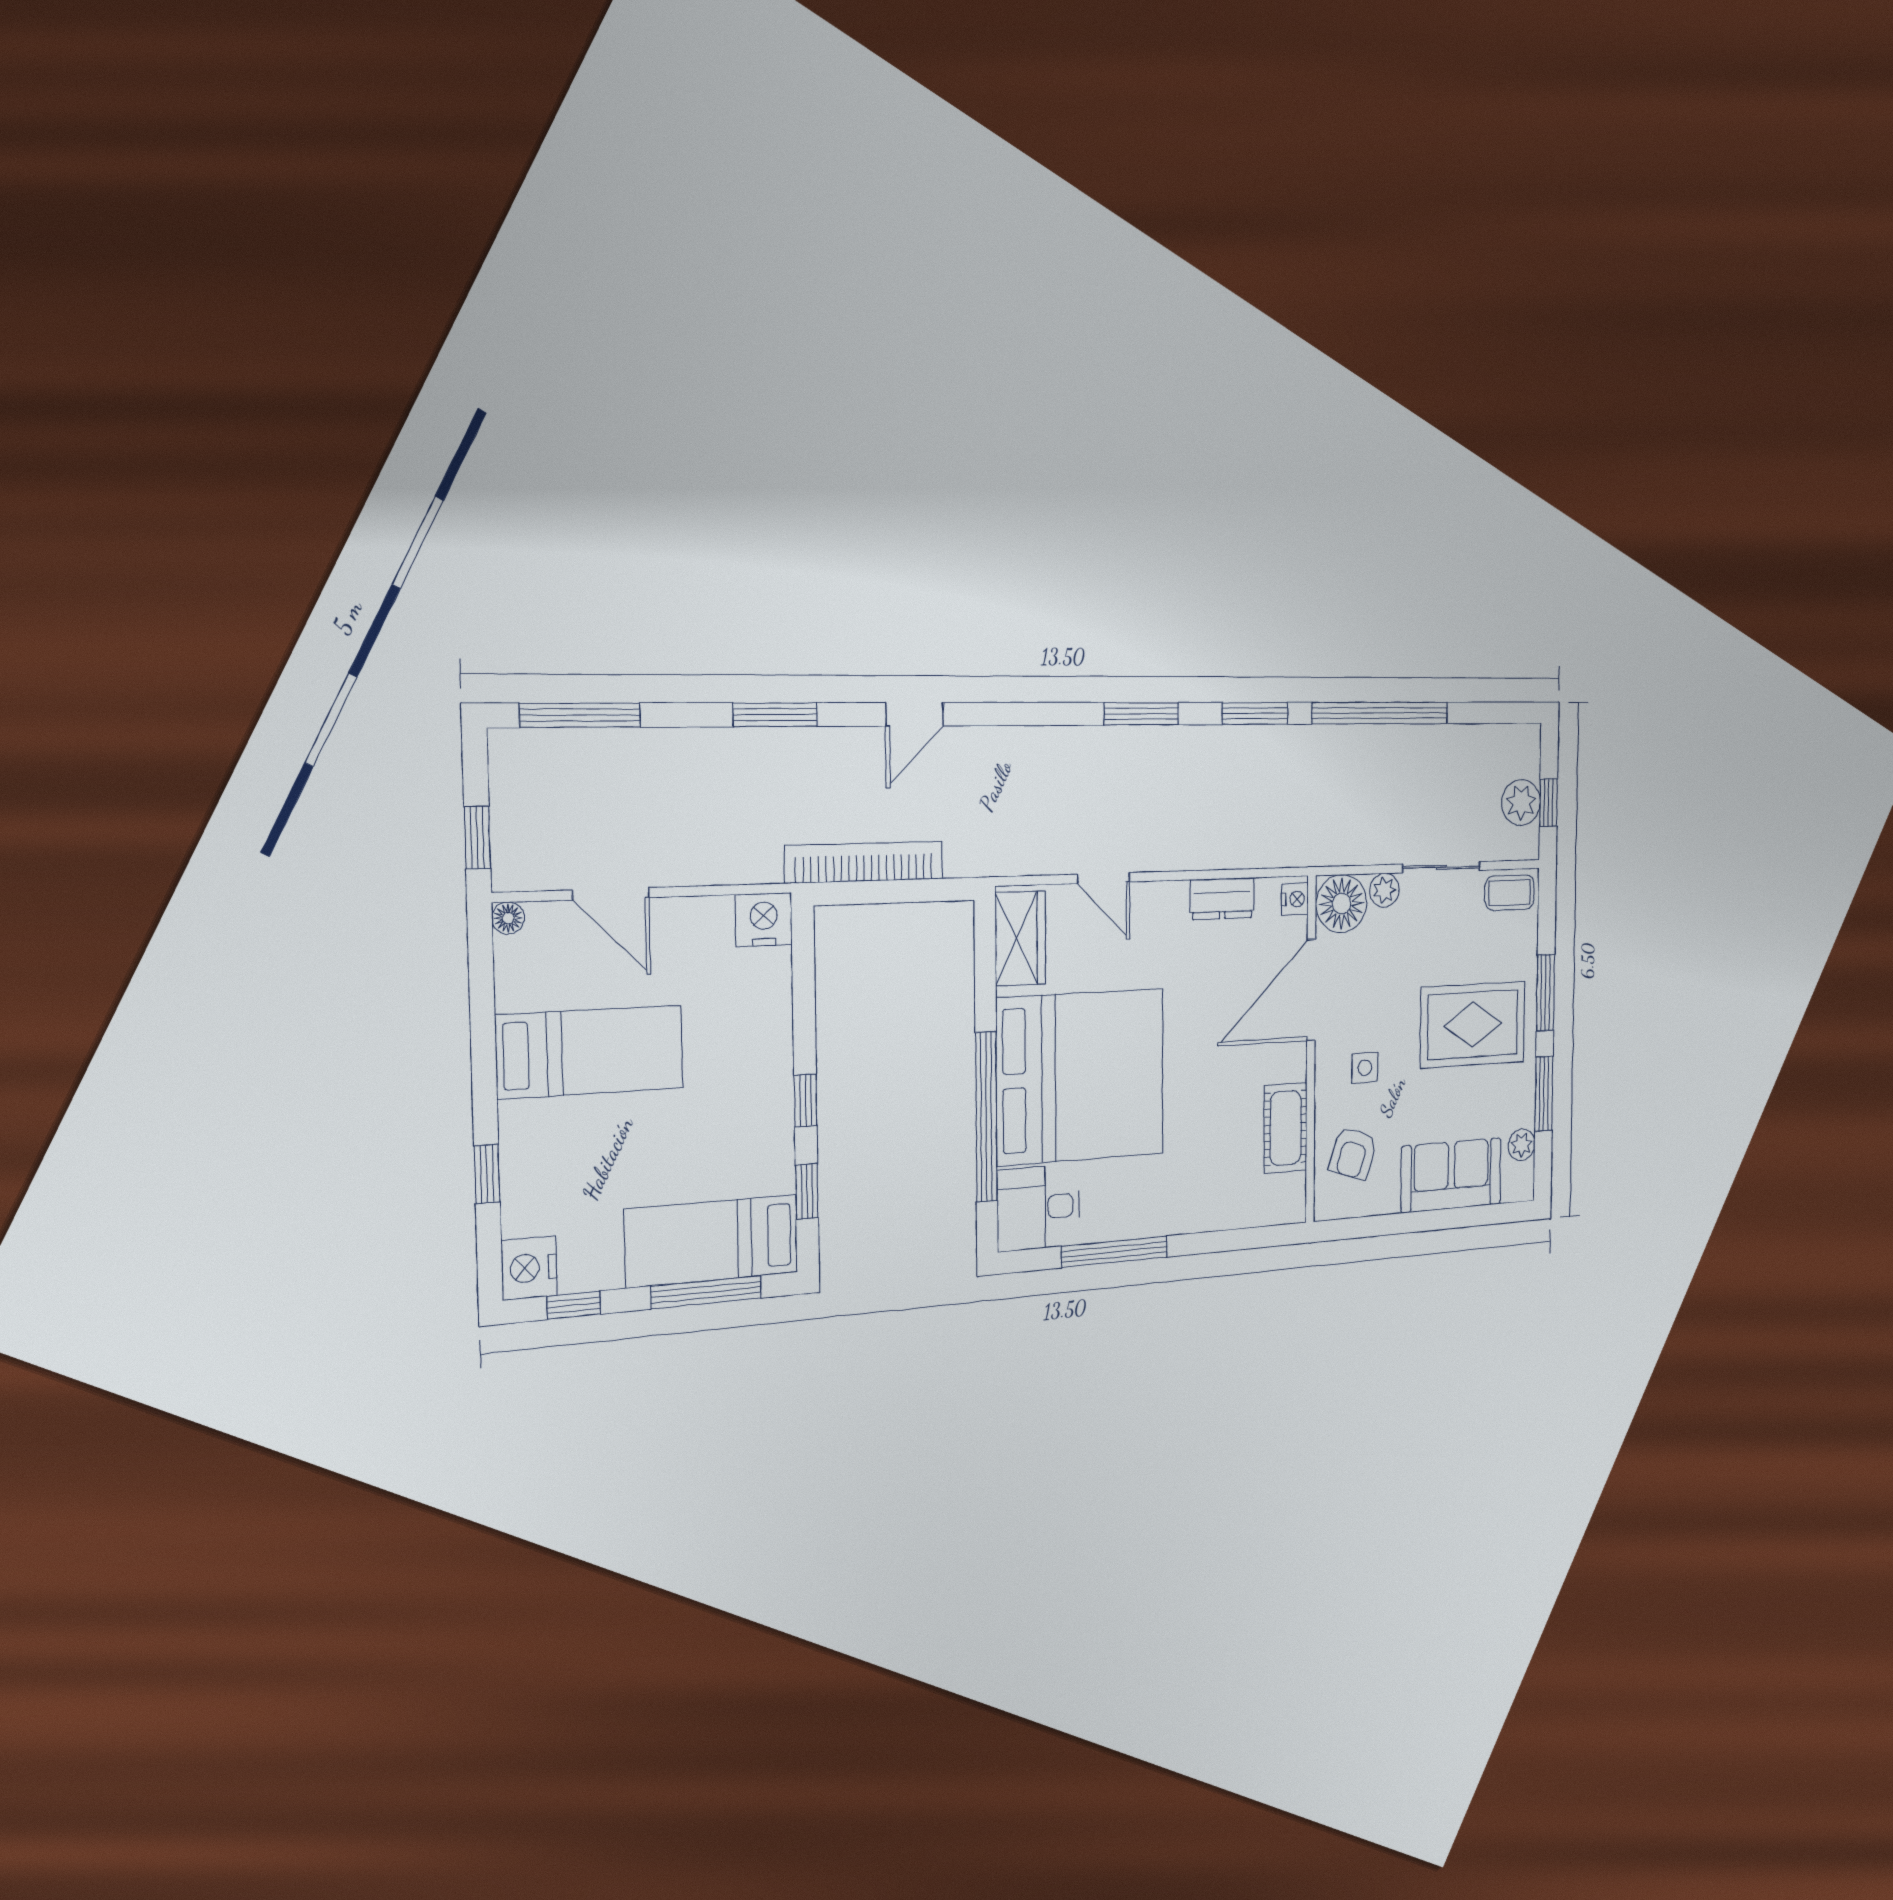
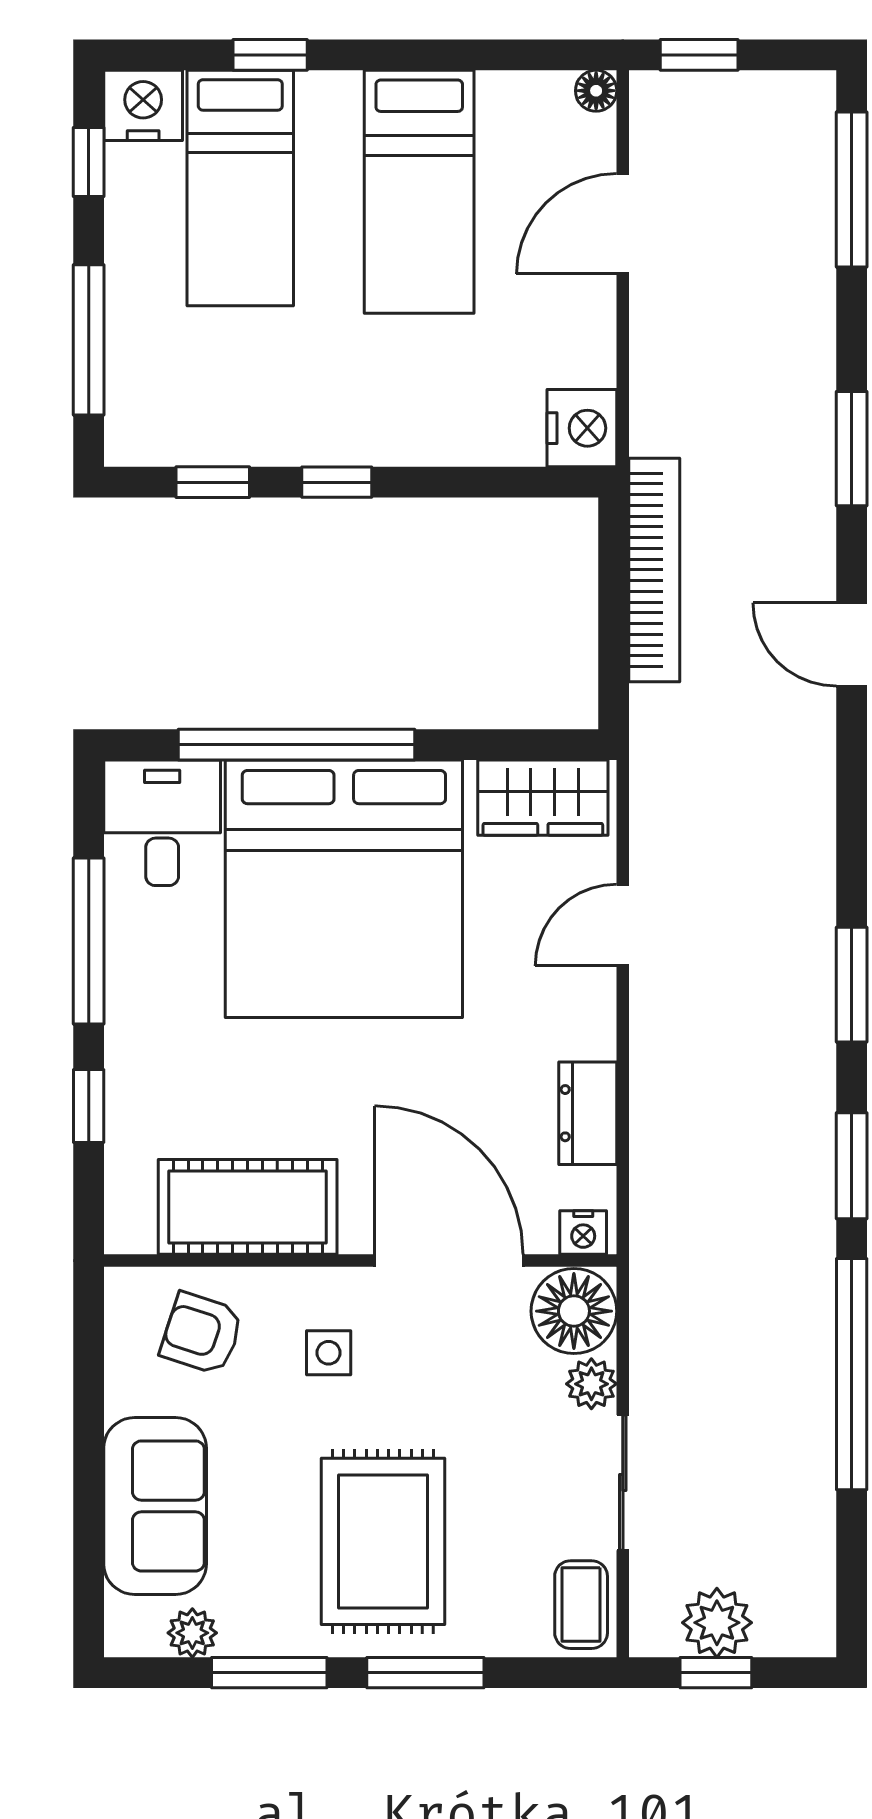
cot: (1286, 1128) -> (248, 1207), width x1.37, depth x1.34
bed: (712, 1241) -> (240, 188), moved, turned 180
window: (1217, 1242) -> (89, 1106), added

